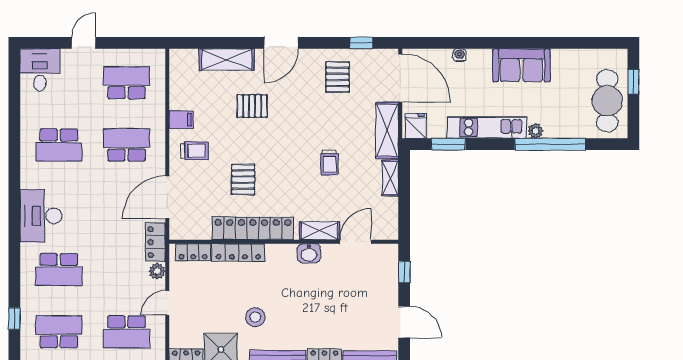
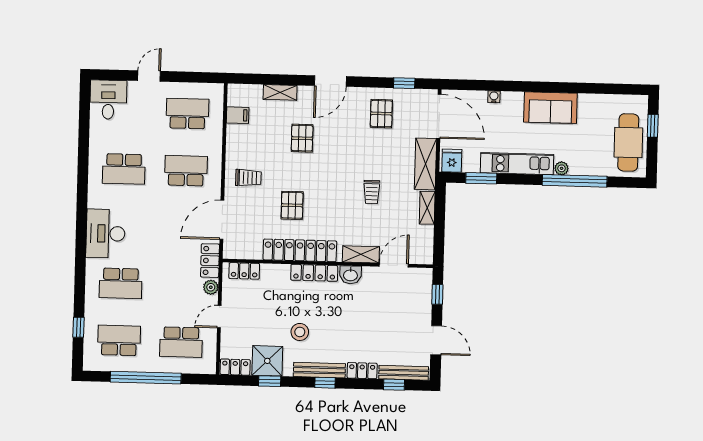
shelving: (227, 60) -> (280, 92), width x0.67, depth x0.75
pallet: (252, 106) -> (302, 138), turned 90
filing cabinet: (181, 120) -> (238, 115), moved
locker: (238, 252) -> (314, 273), moved

